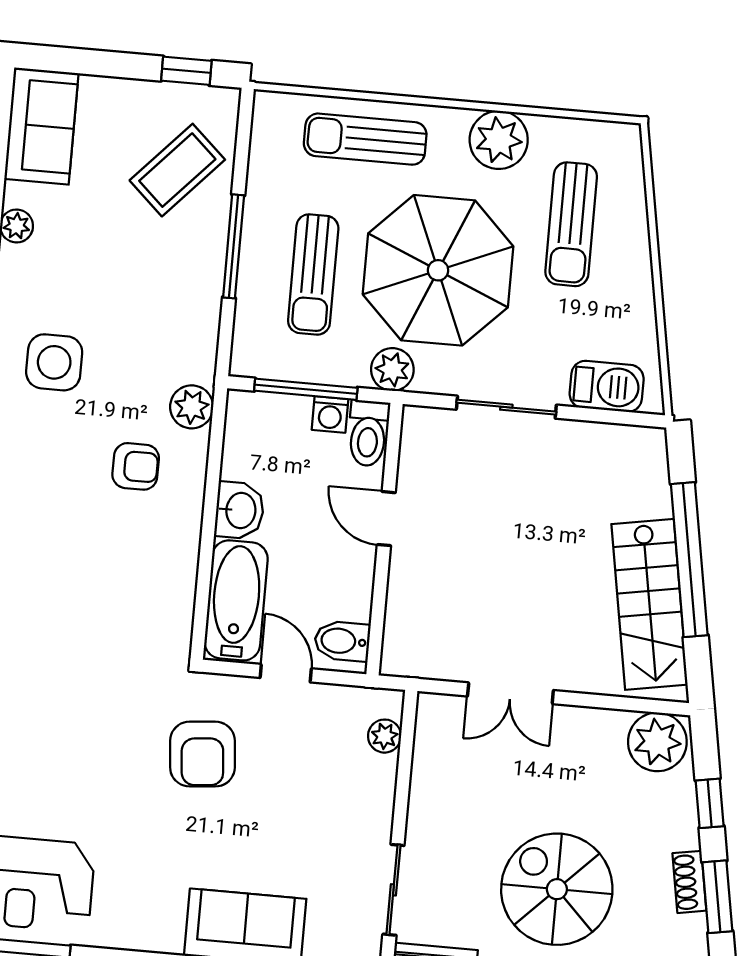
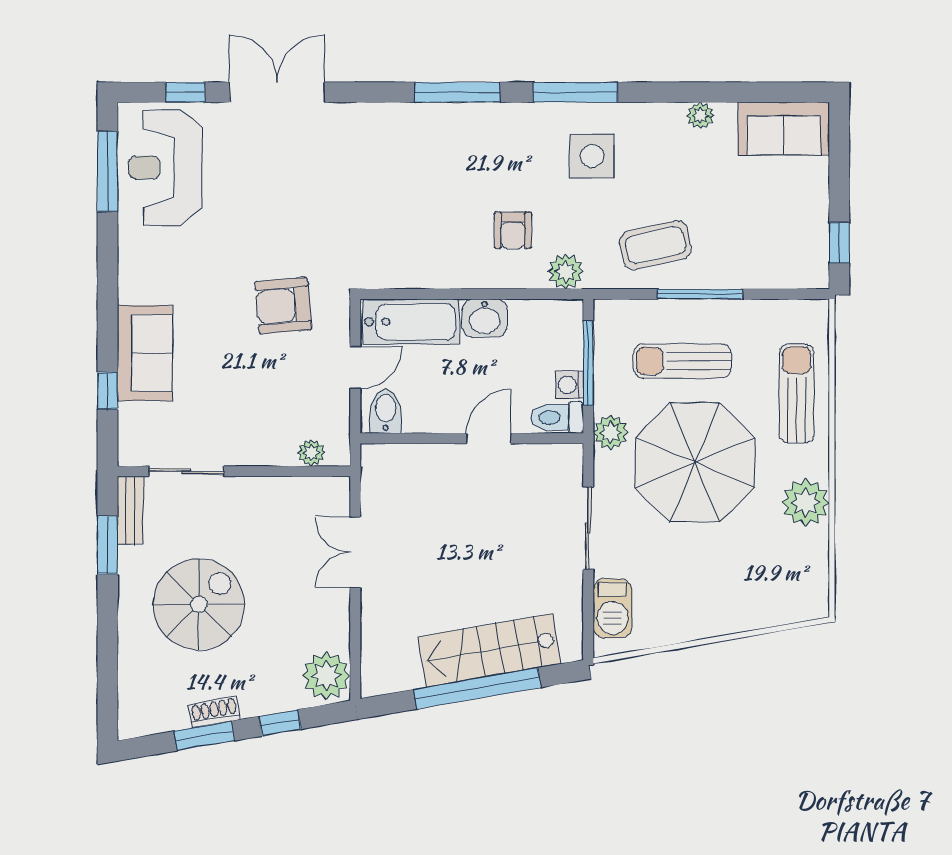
coffee table: (177, 170) -> (655, 245), moved, turned -56
sun lounger: (571, 224) -> (742, 568), removed
stairs: (649, 604) -> (489, 650), moved

